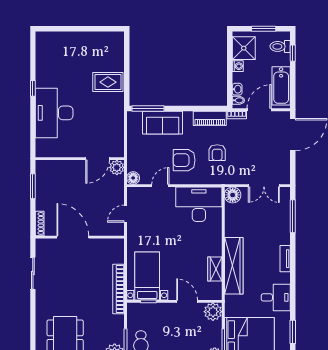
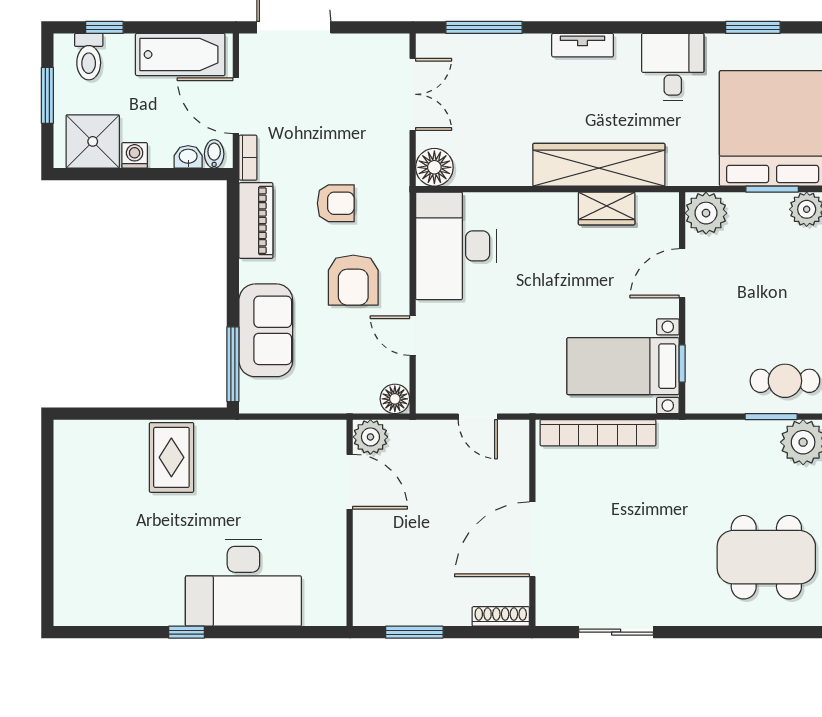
bookcase: (119, 289) -> (598, 433), moved

